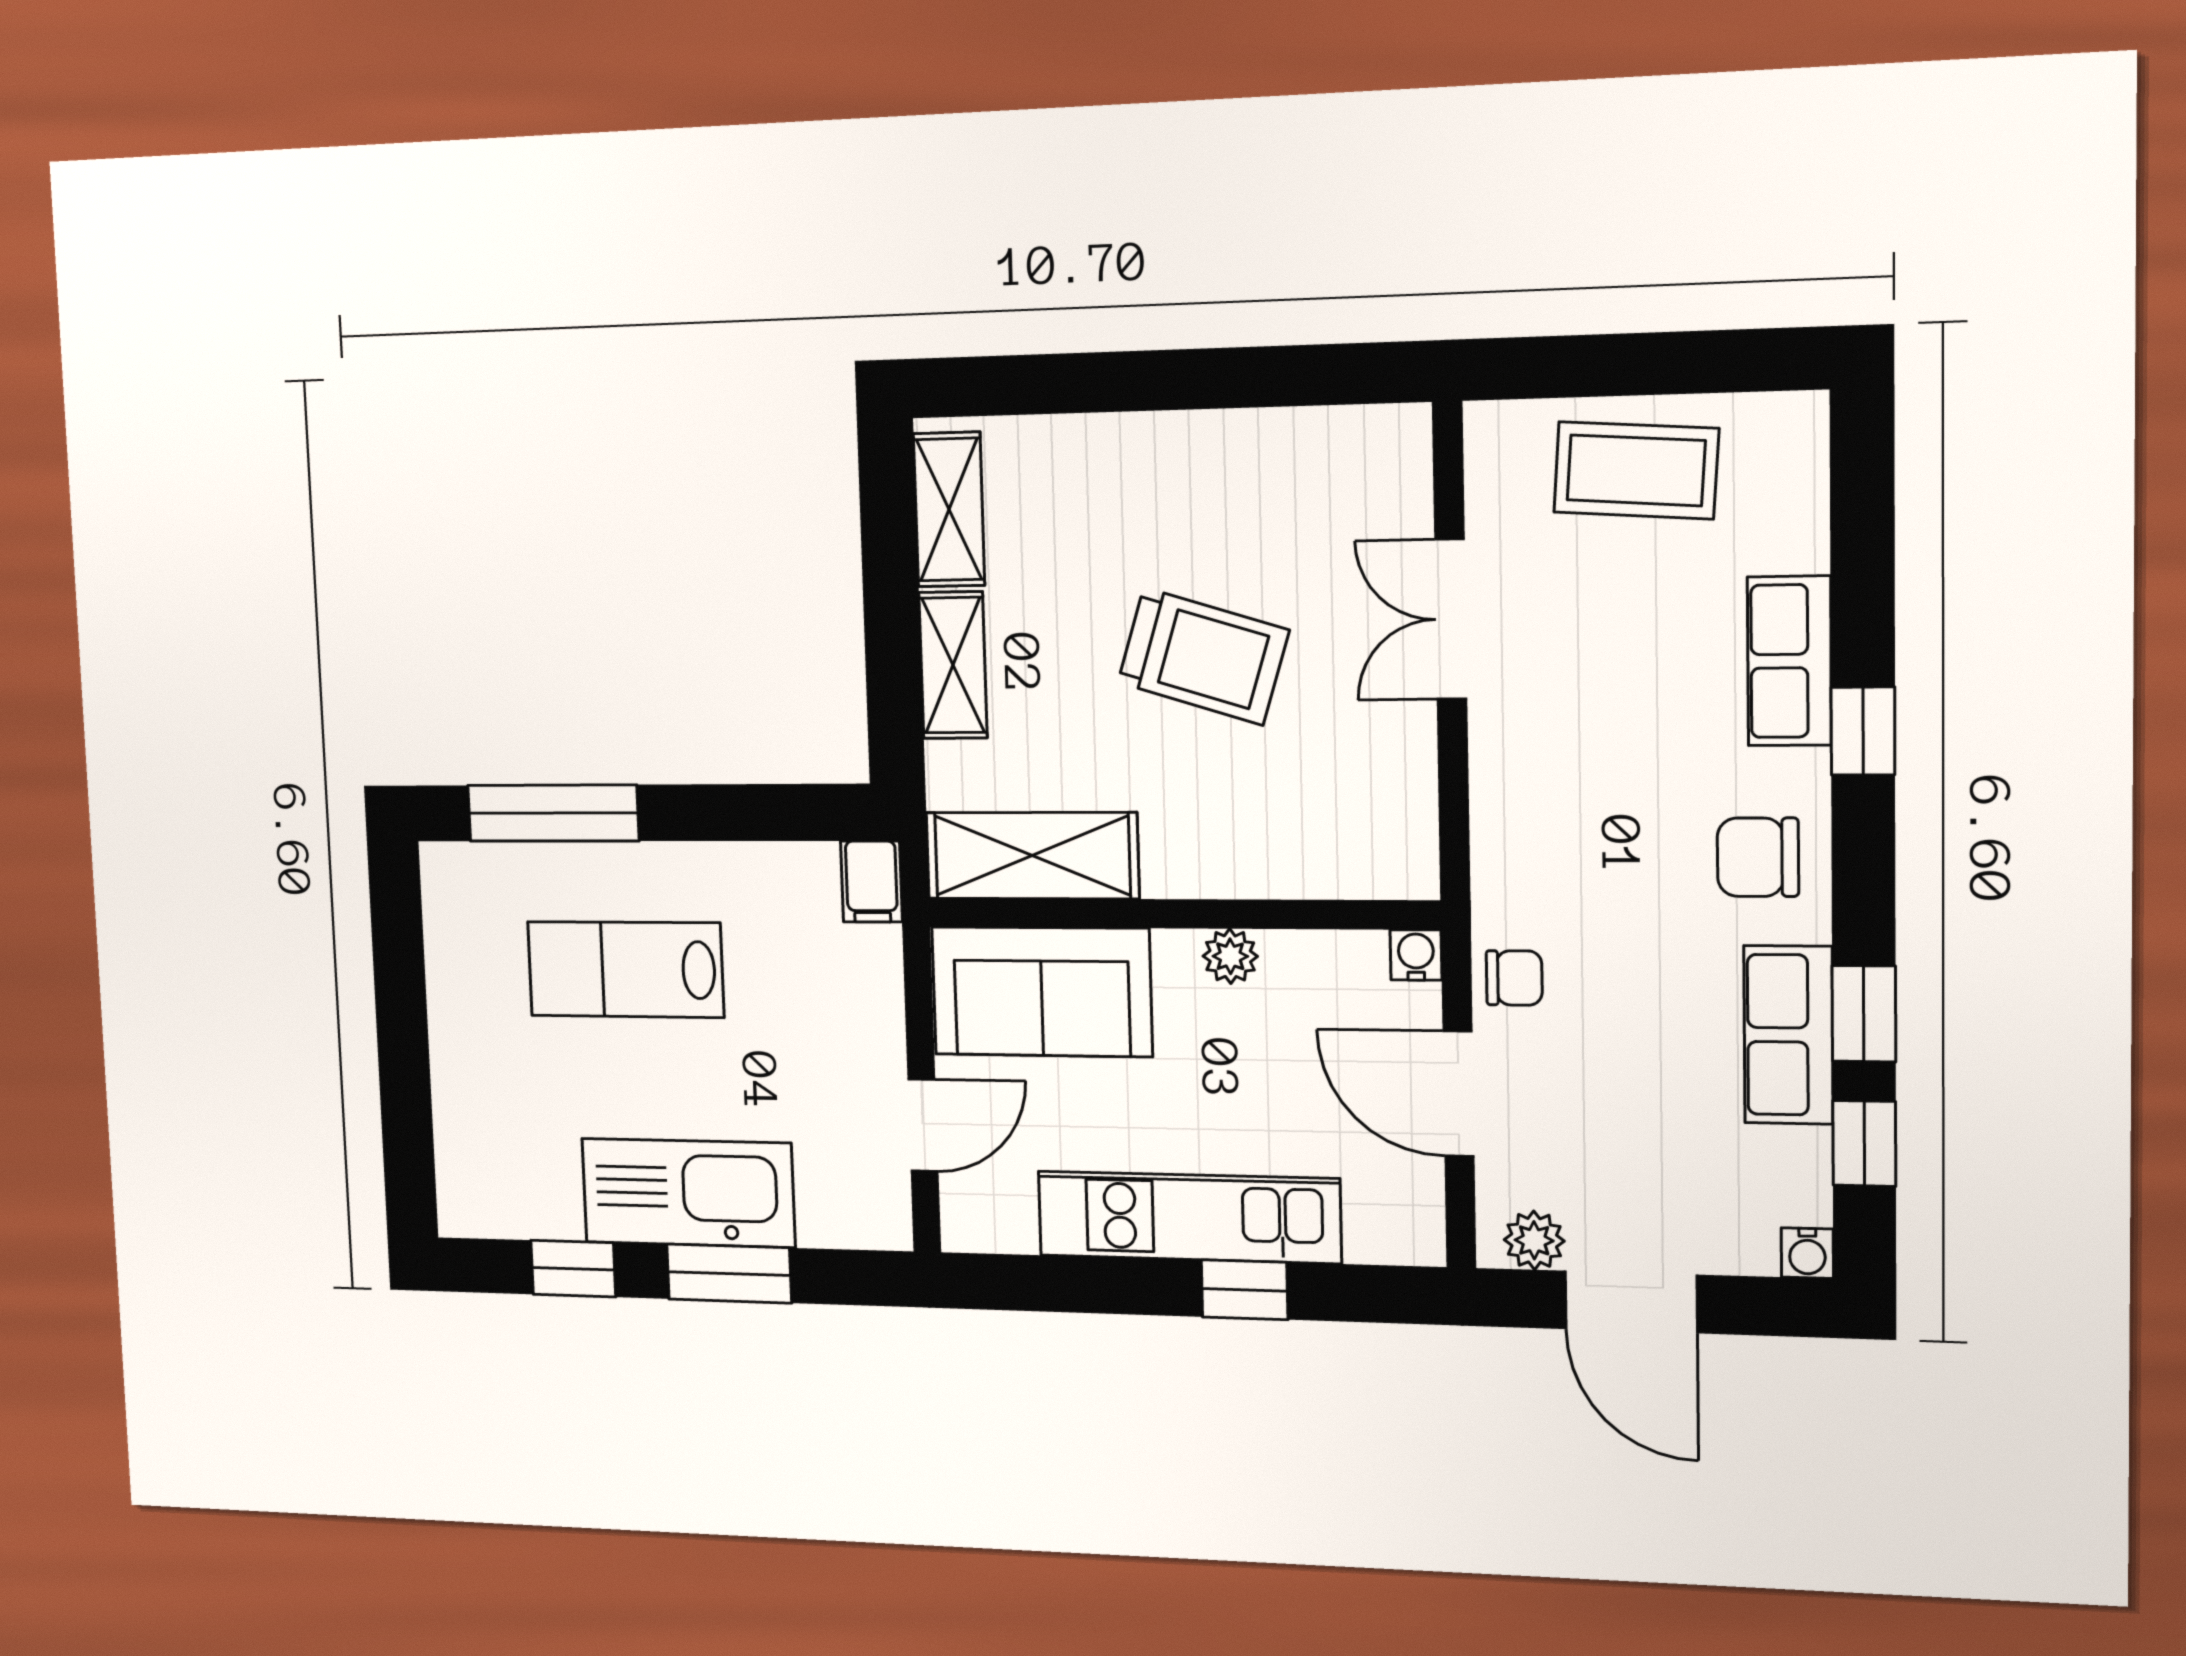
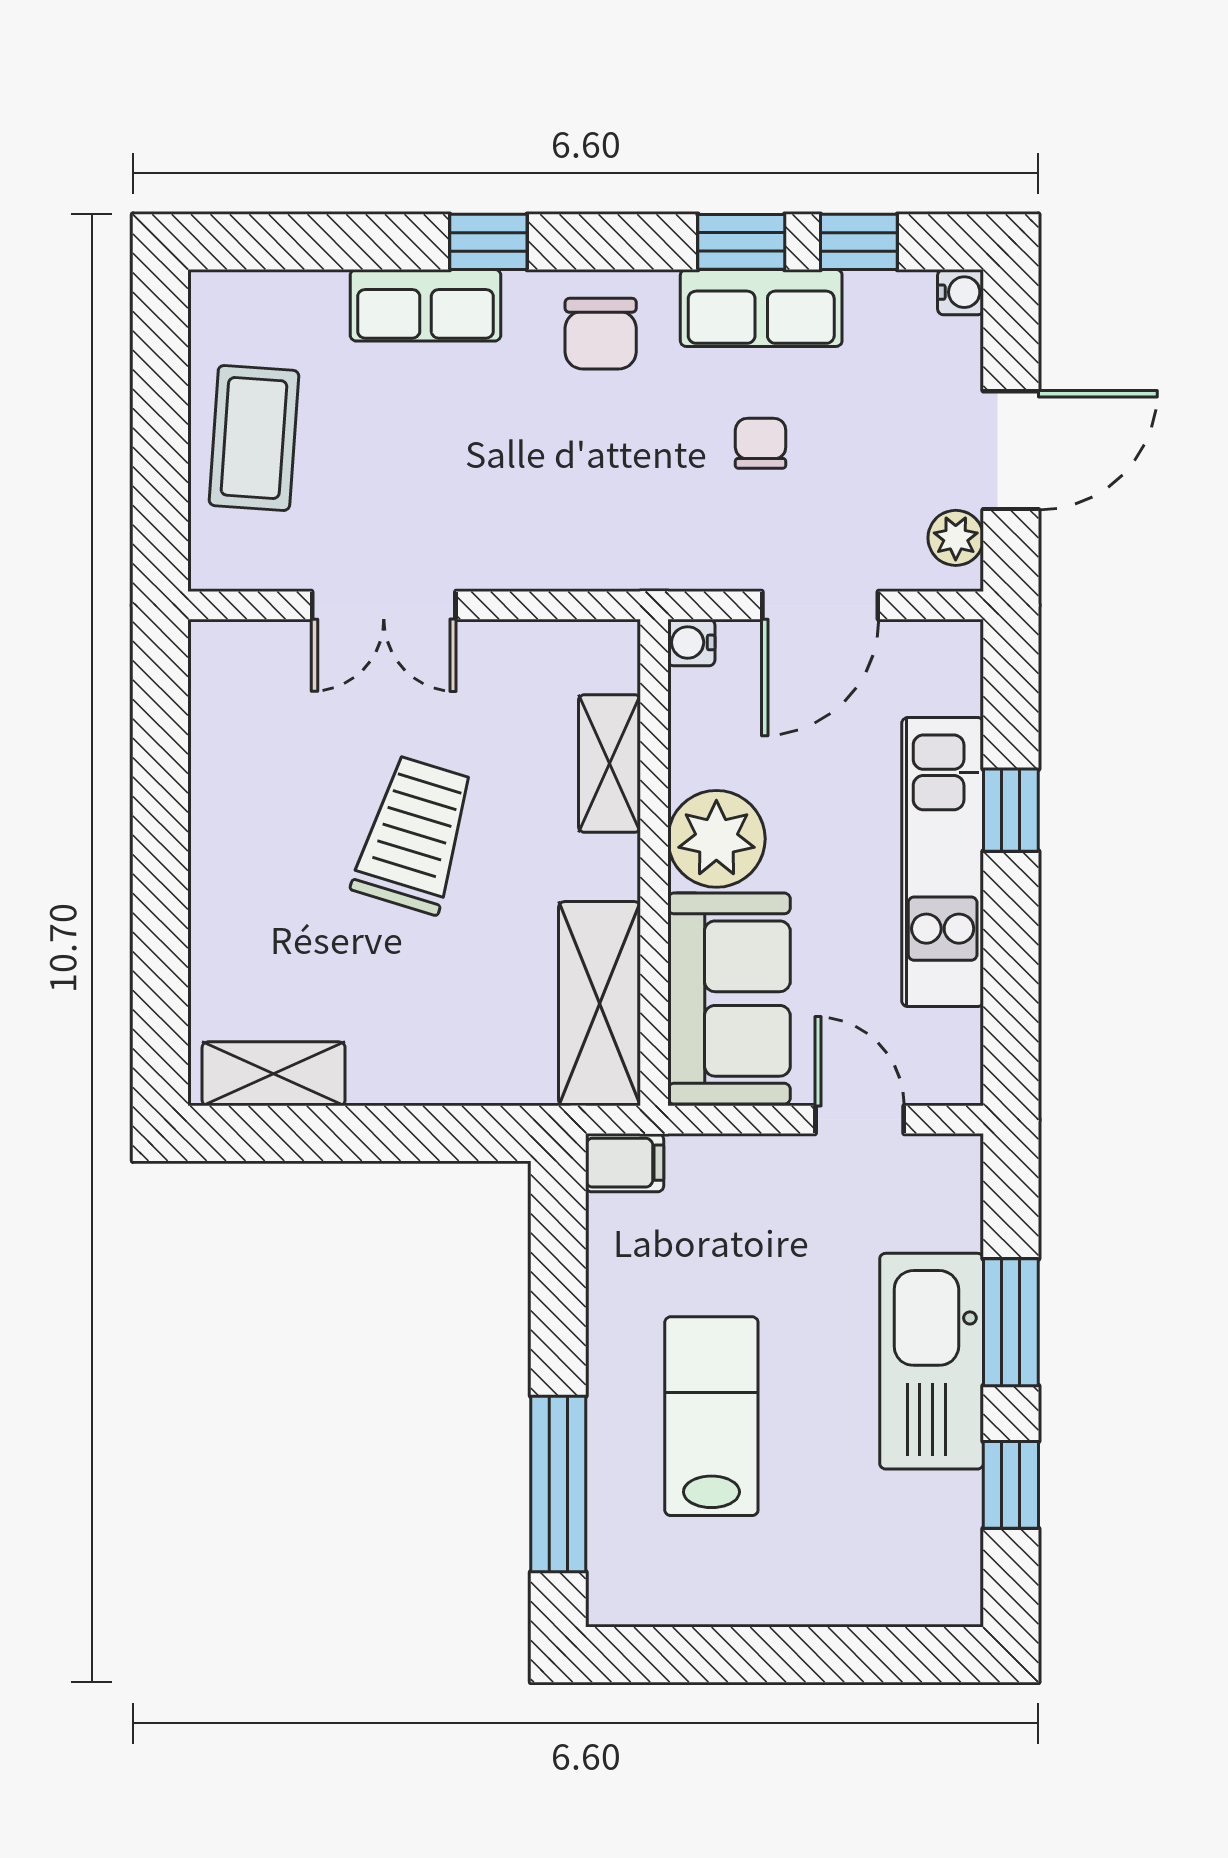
shelving: (953, 665) -> (610, 763), moved, turned 90
plant: (1230, 956) -> (716, 839), width x1.87, depth x1.87
lab bench: (625, 969) -> (711, 1416), turned 180
chair: (1514, 978) -> (761, 443), moved

